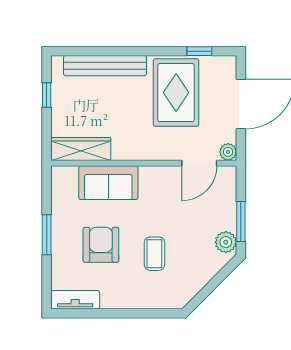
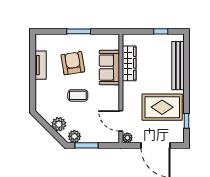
wardrobe: (81, 149) -> (129, 63), moved
armchair: (101, 245) -> (73, 63), turned -99
coffee table: (154, 254) -> (78, 95), moved
plant: (205, 269) -> (59, 124), added
tv unit: (75, 300) -> (41, 65), moved

